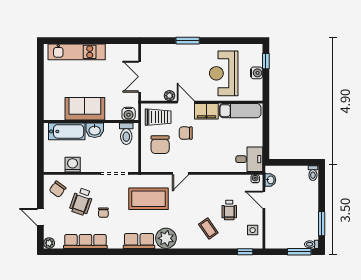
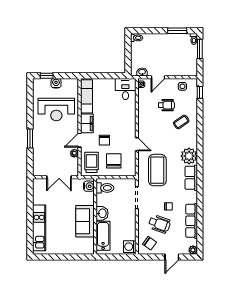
chair: (160, 145) -> (114, 161), turned -90
washing machine: (73, 165) -> (130, 247), moved

